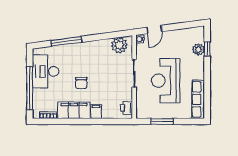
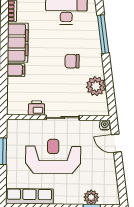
plant: (119, 45) -> (96, 86), moved
chair: (81, 83) -> (72, 61), moved
printer: (127, 108) -> (36, 108), moved

